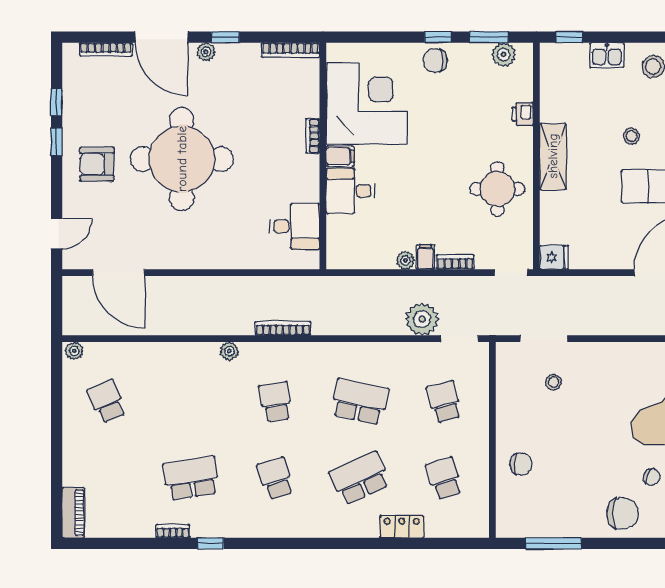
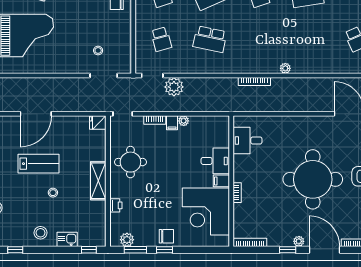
school desk: (276, 402) -> (259, 39), removed

